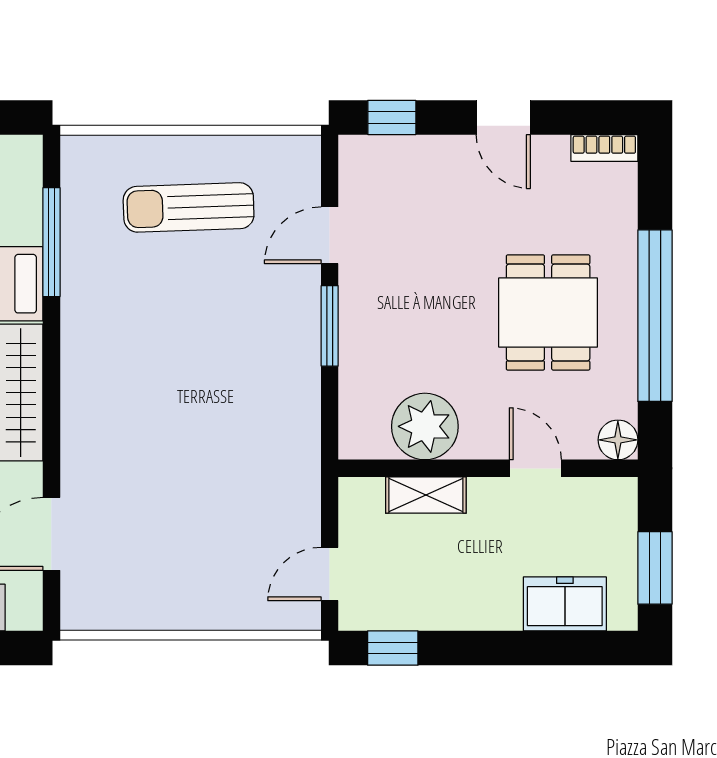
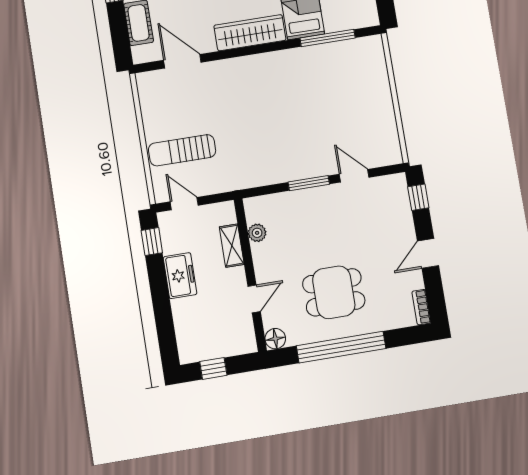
sun lounger: (189, 207) -> (182, 150), moved, turned -88
plant: (425, 426) -> (257, 233), width x0.53, depth x0.53
window: (655, 568) -> (213, 368), width x0.67
freezer: (565, 604) -> (180, 276), moved

